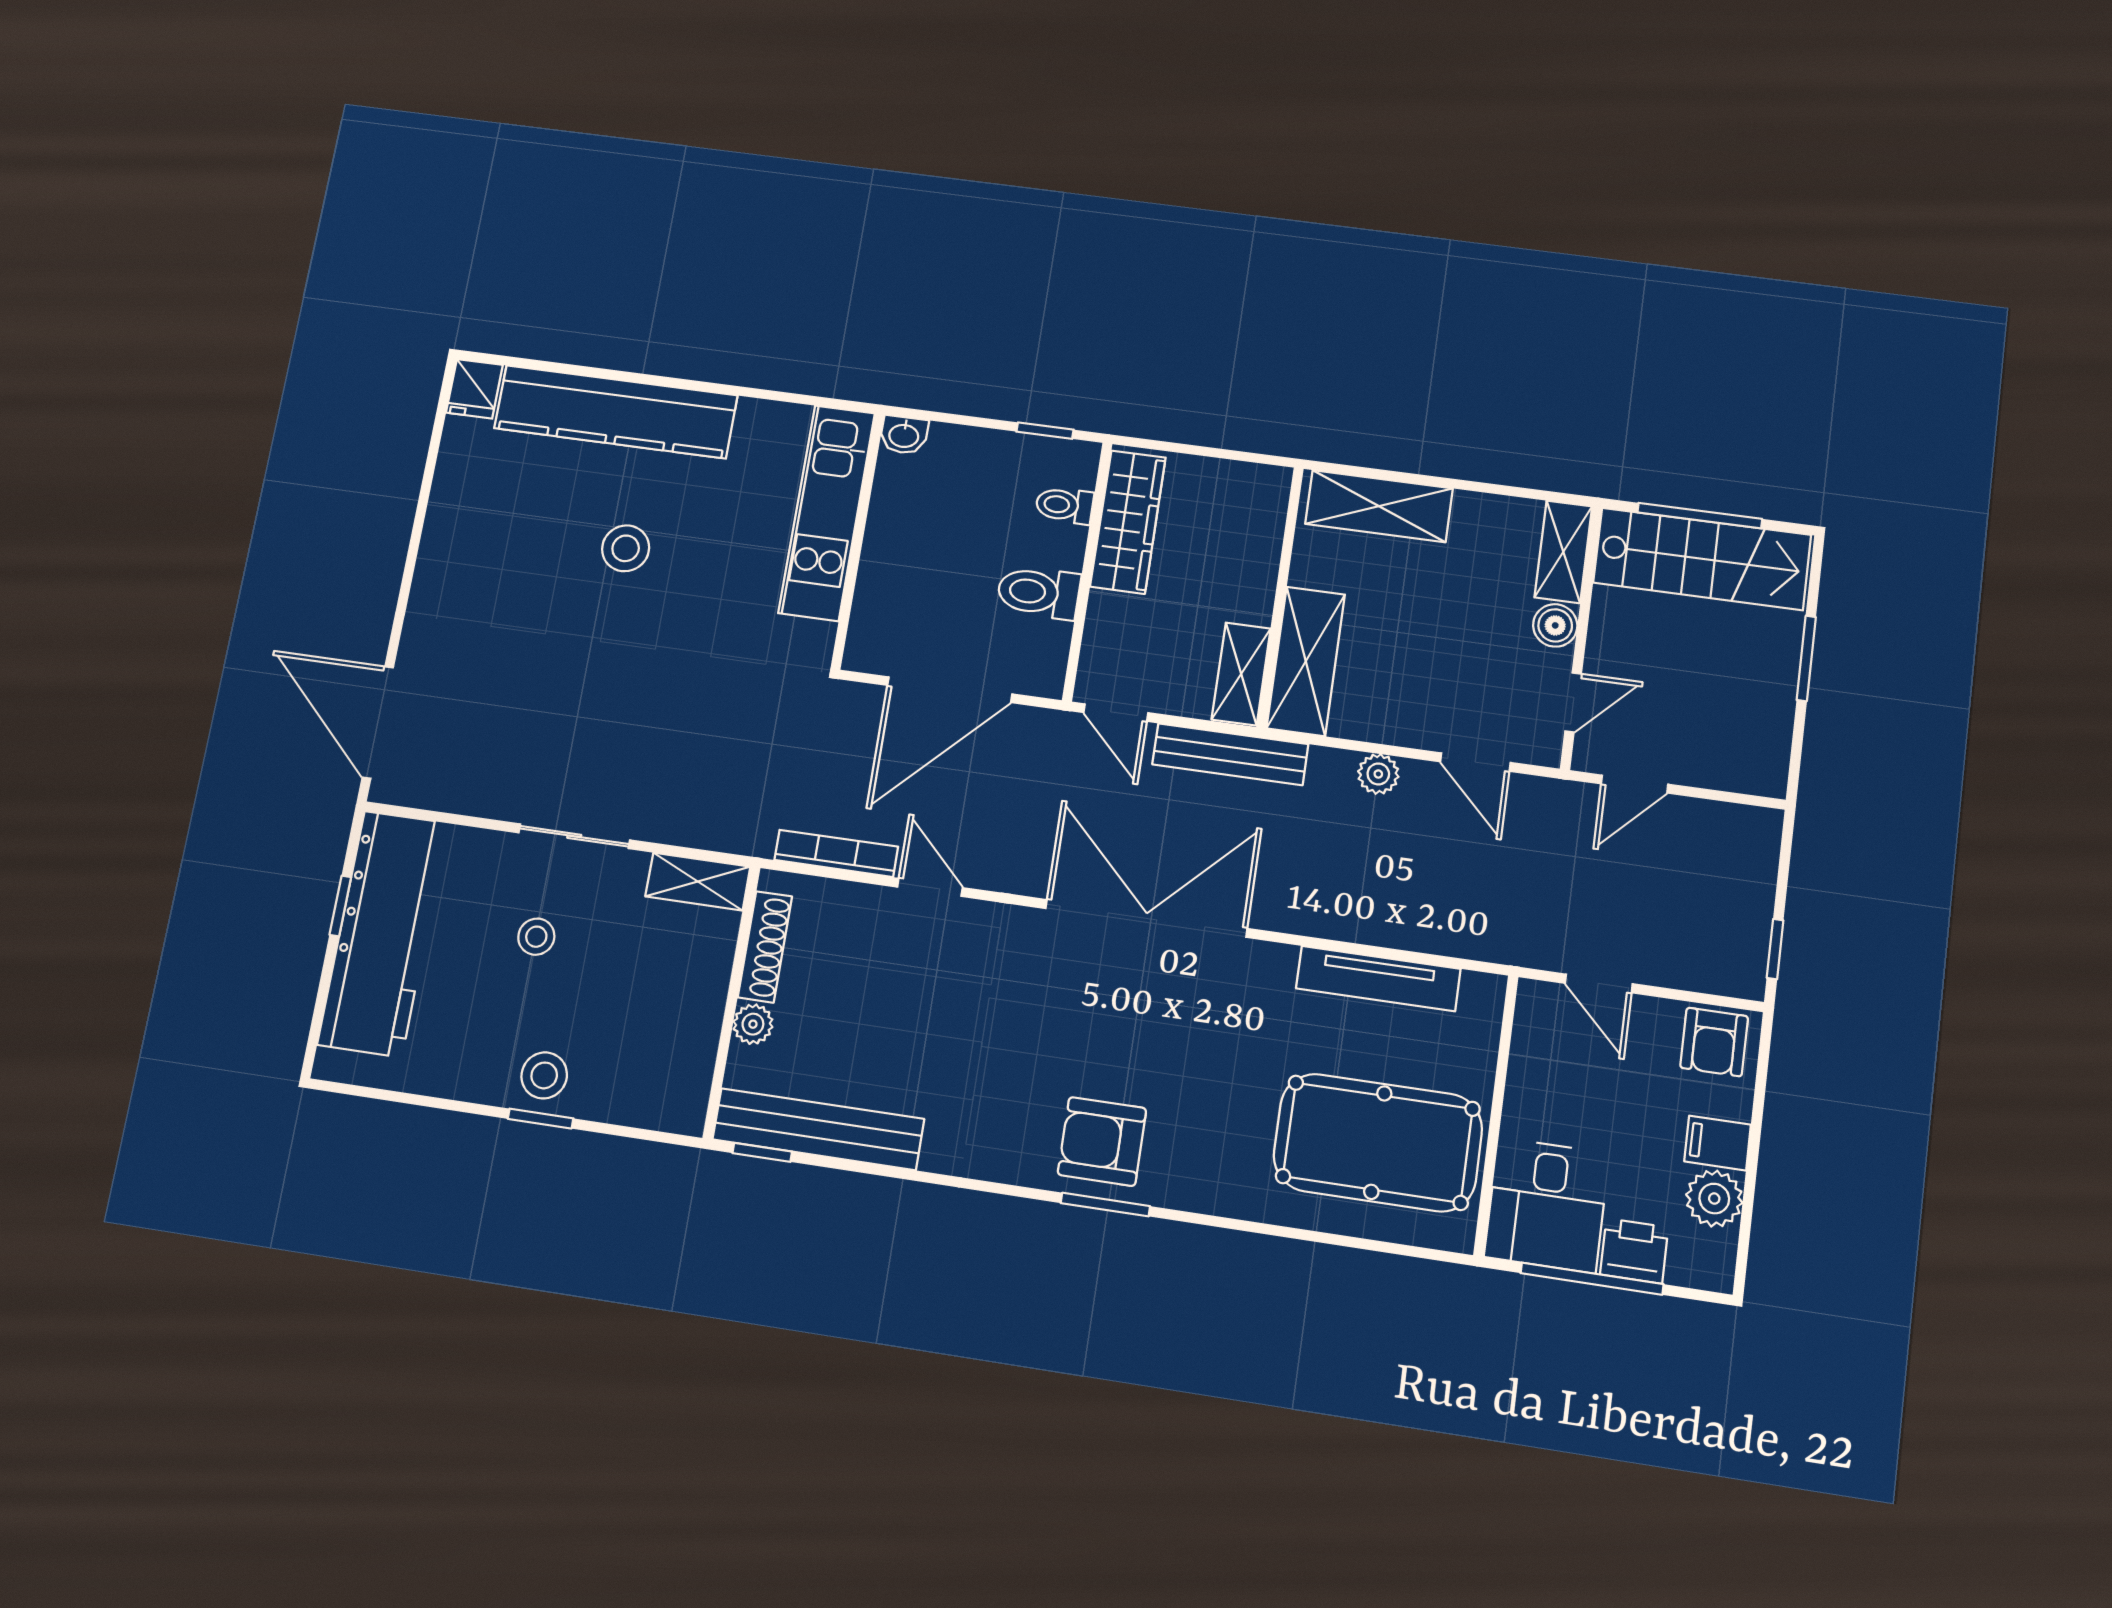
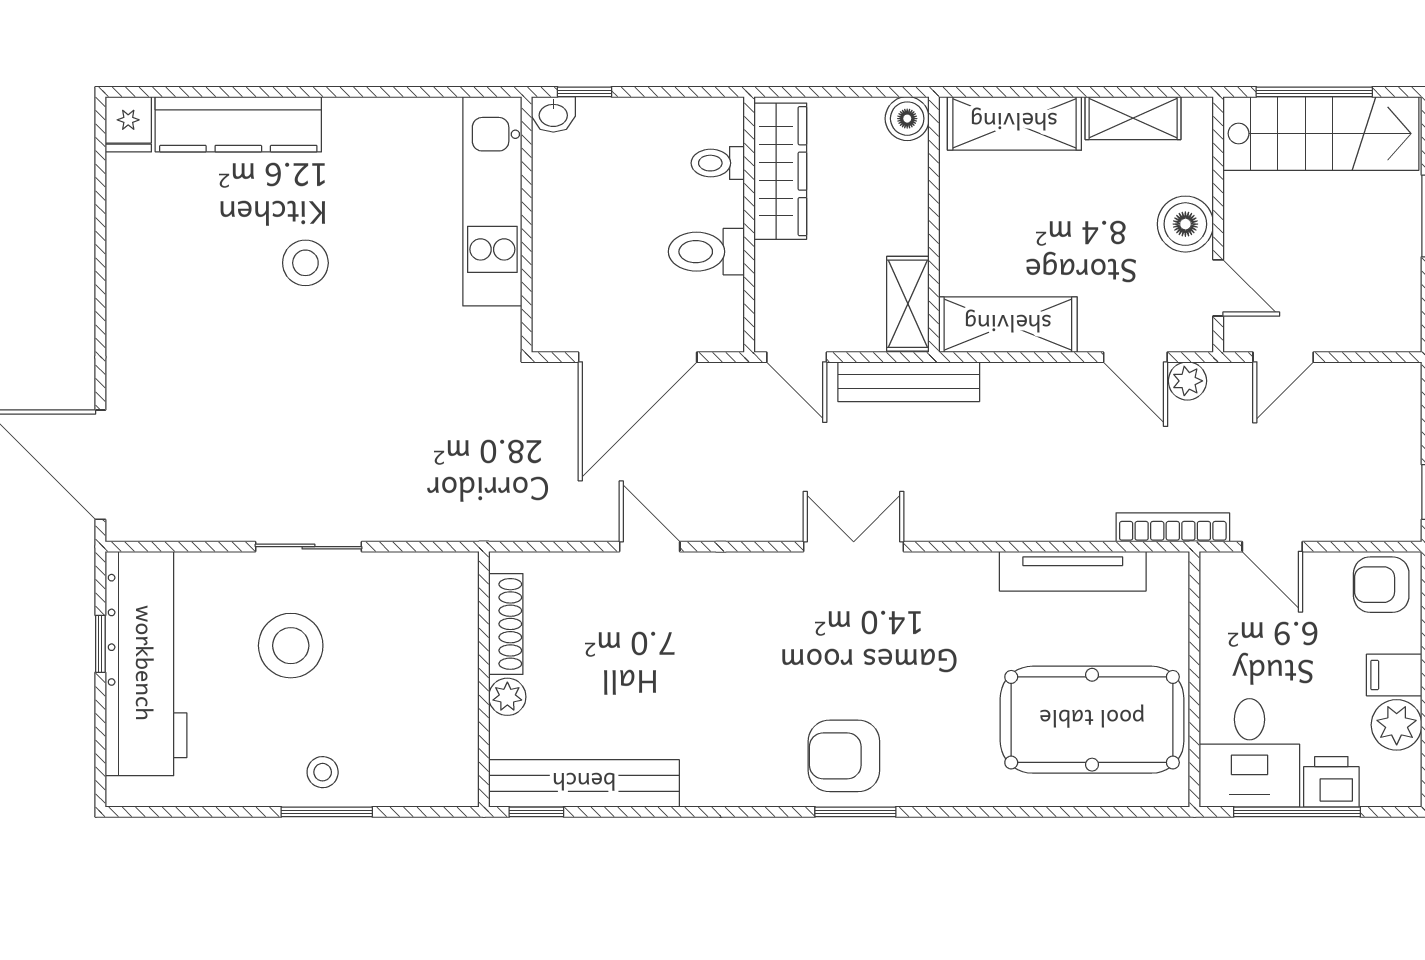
kitchen counter: (616, 412) -> (238, 124), width x0.72, depth x0.86
window: (1045, 431) -> (585, 92), moved
boiler: (1268, 487) -> (907, 119), added
shelving: (1563, 552) -> (1133, 118), moved, turned 90
boiler: (1555, 625) -> (1185, 224), width x1.36, depth x1.36
shelving: (1306, 661) -> (1008, 325), moved, turned 90
door: (1573, 702) -> (1218, 288), hinge flipped
plant: (1378, 774) -> (1187, 381), moved
bookcase: (836, 853) -> (1173, 527), moved
shelving: (698, 882) -> (433, 572), removed
double door: (1146, 918) -> (854, 547), width x0.54
stool: (536, 937) -> (291, 646), width x1.89, depth x1.89
armchair: (1714, 1042) -> (1381, 585), turned 90
stool: (544, 1075) -> (323, 772), width x0.73, depth x0.73
window: (541, 1119) -> (327, 812), width x1.50

